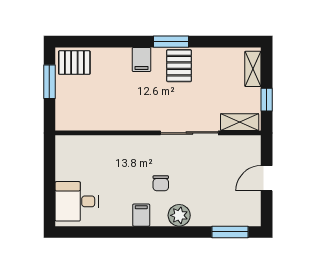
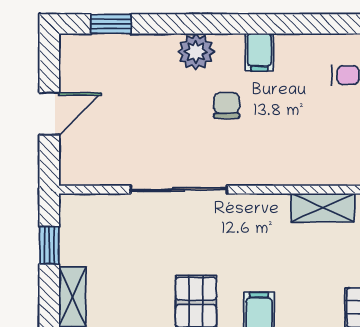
shelving: (240, 122) -> (323, 208), moved
window: (230, 232) -> (111, 24), width x0.67

